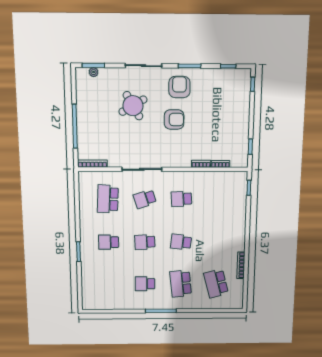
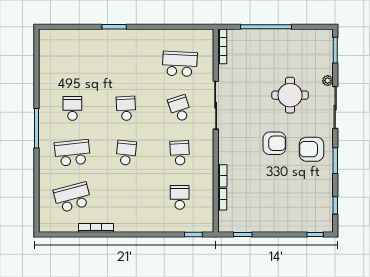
plant: (94, 72) -> (328, 81), moved
armchair: (179, 87) -> (311, 149), turned 180
round table: (133, 106) -> (290, 95), turned 30
armchair: (174, 119) -> (274, 143), turned -90
school desk: (109, 242) -> (180, 197), moved

